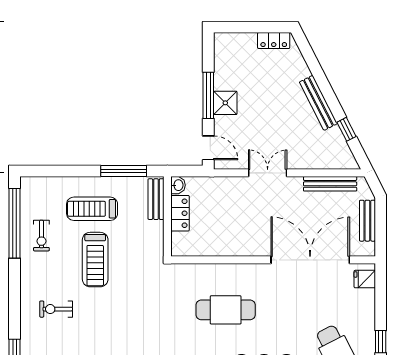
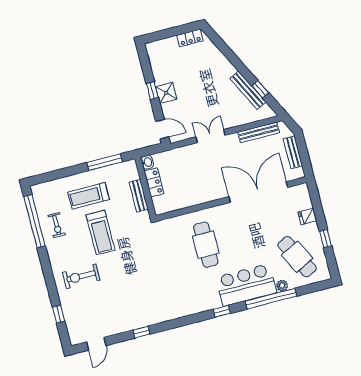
window: (208, 95) -> (152, 91), width x0.46
bench: (318, 103) -> (248, 90), moved
bench: (156, 199) -> (139, 196), moved
fridge: (365, 279) -> (307, 216), moved
exercise bike: (56, 309) -> (81, 276), width x1.38, depth x1.39
cafe table: (226, 310) -> (206, 245), turned 90

